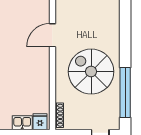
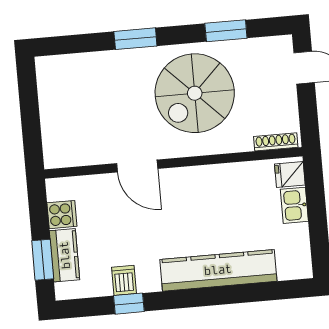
window: (125, 41) -> (135, 39), added
window: (125, 92) -> (226, 31), width x0.47

